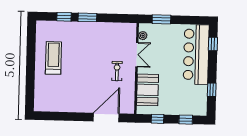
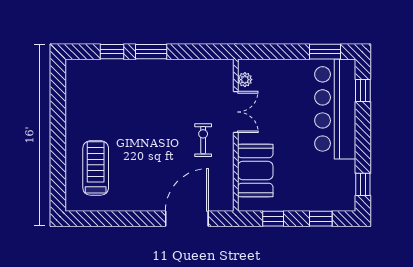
window: (161, 19) -> (325, 52), moved
treadmill: (53, 58) -> (96, 168), moved
window: (212, 90) -> (363, 184), moved

